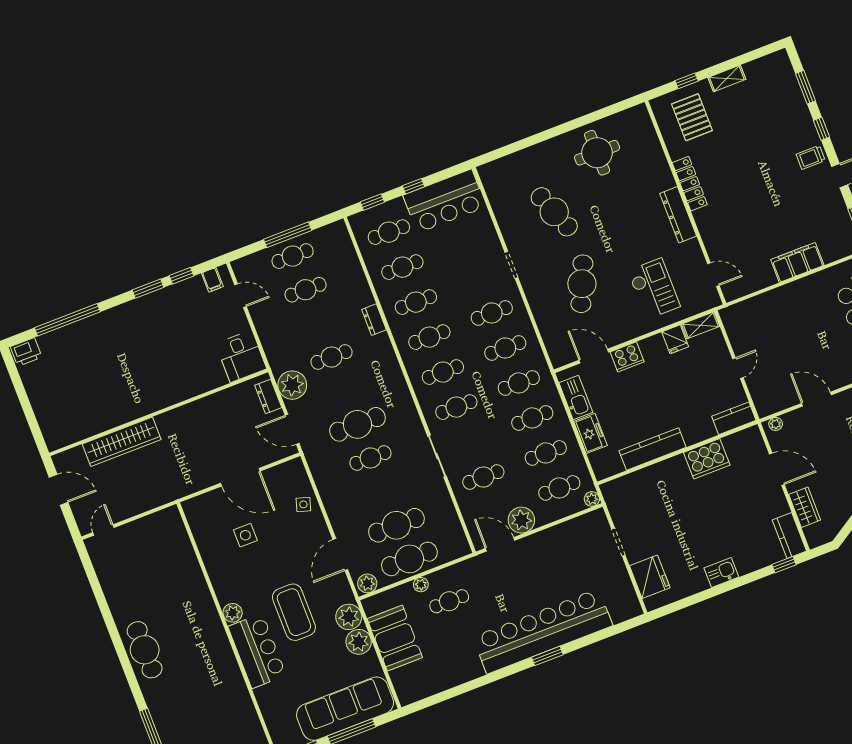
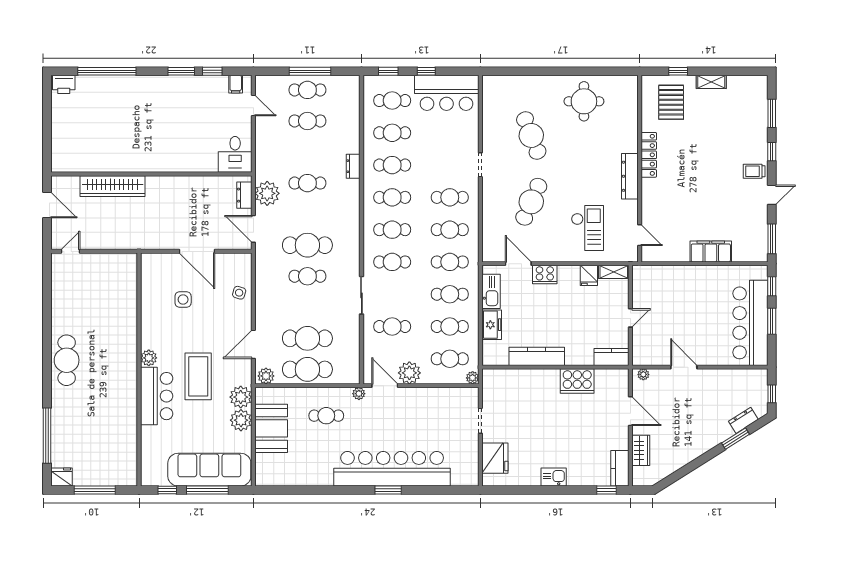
plant: (421, 585) -> (359, 394), moved

